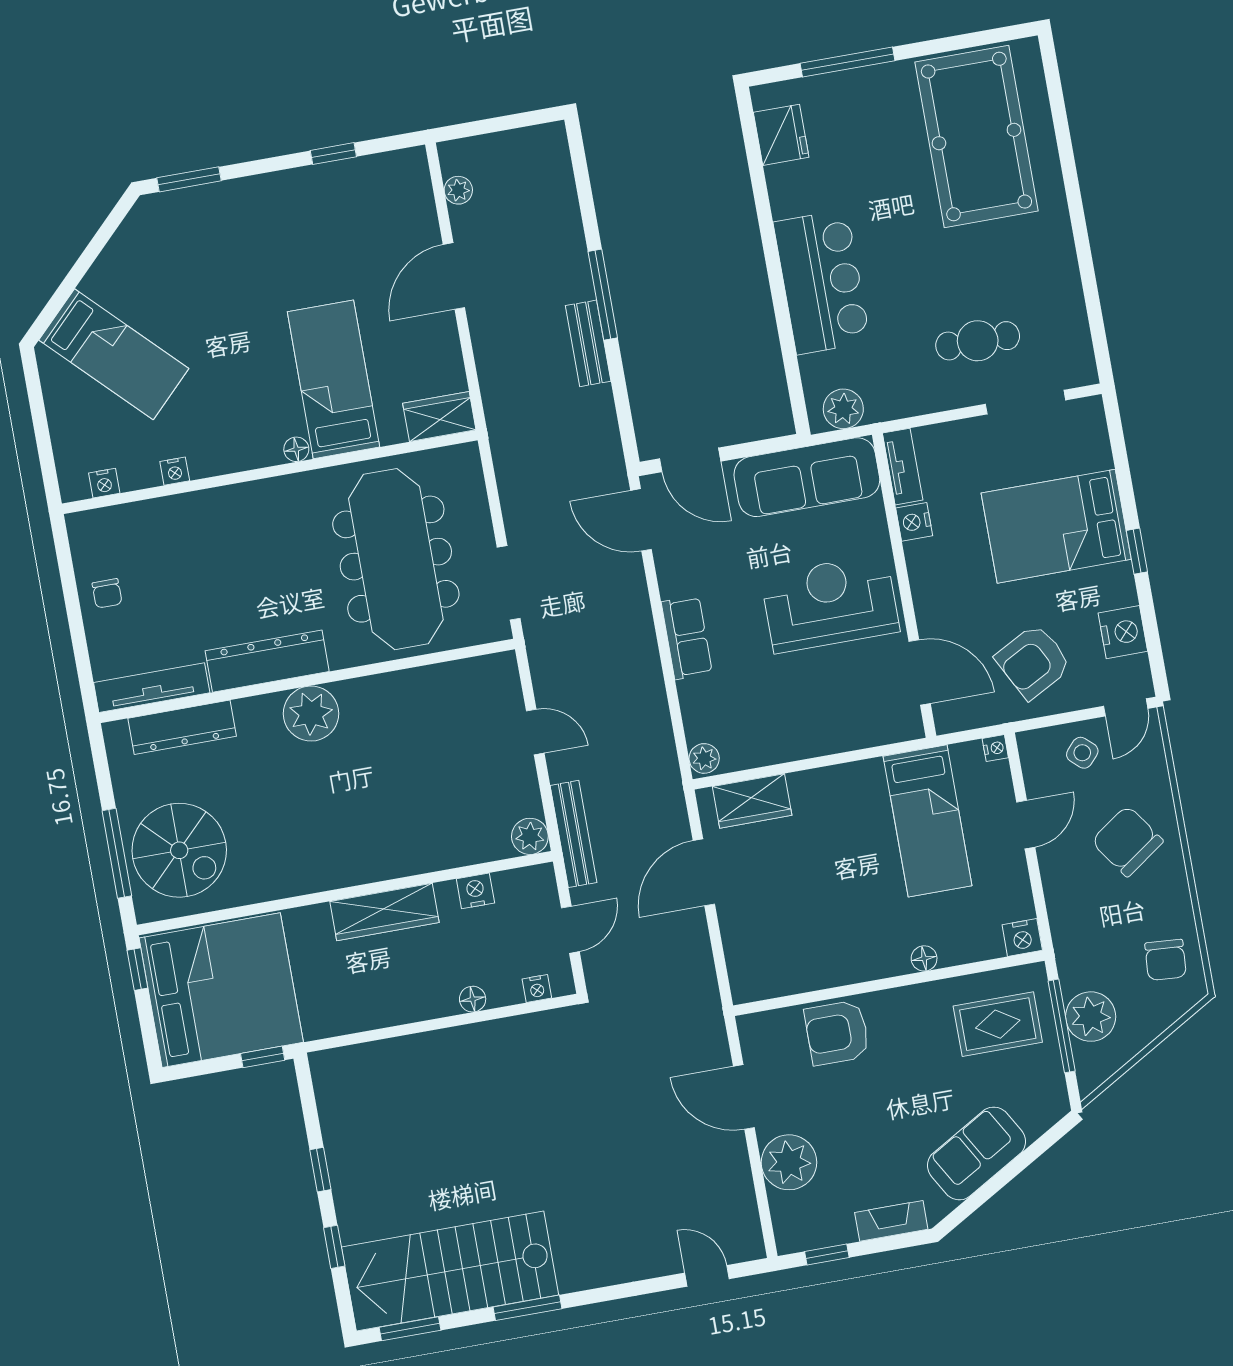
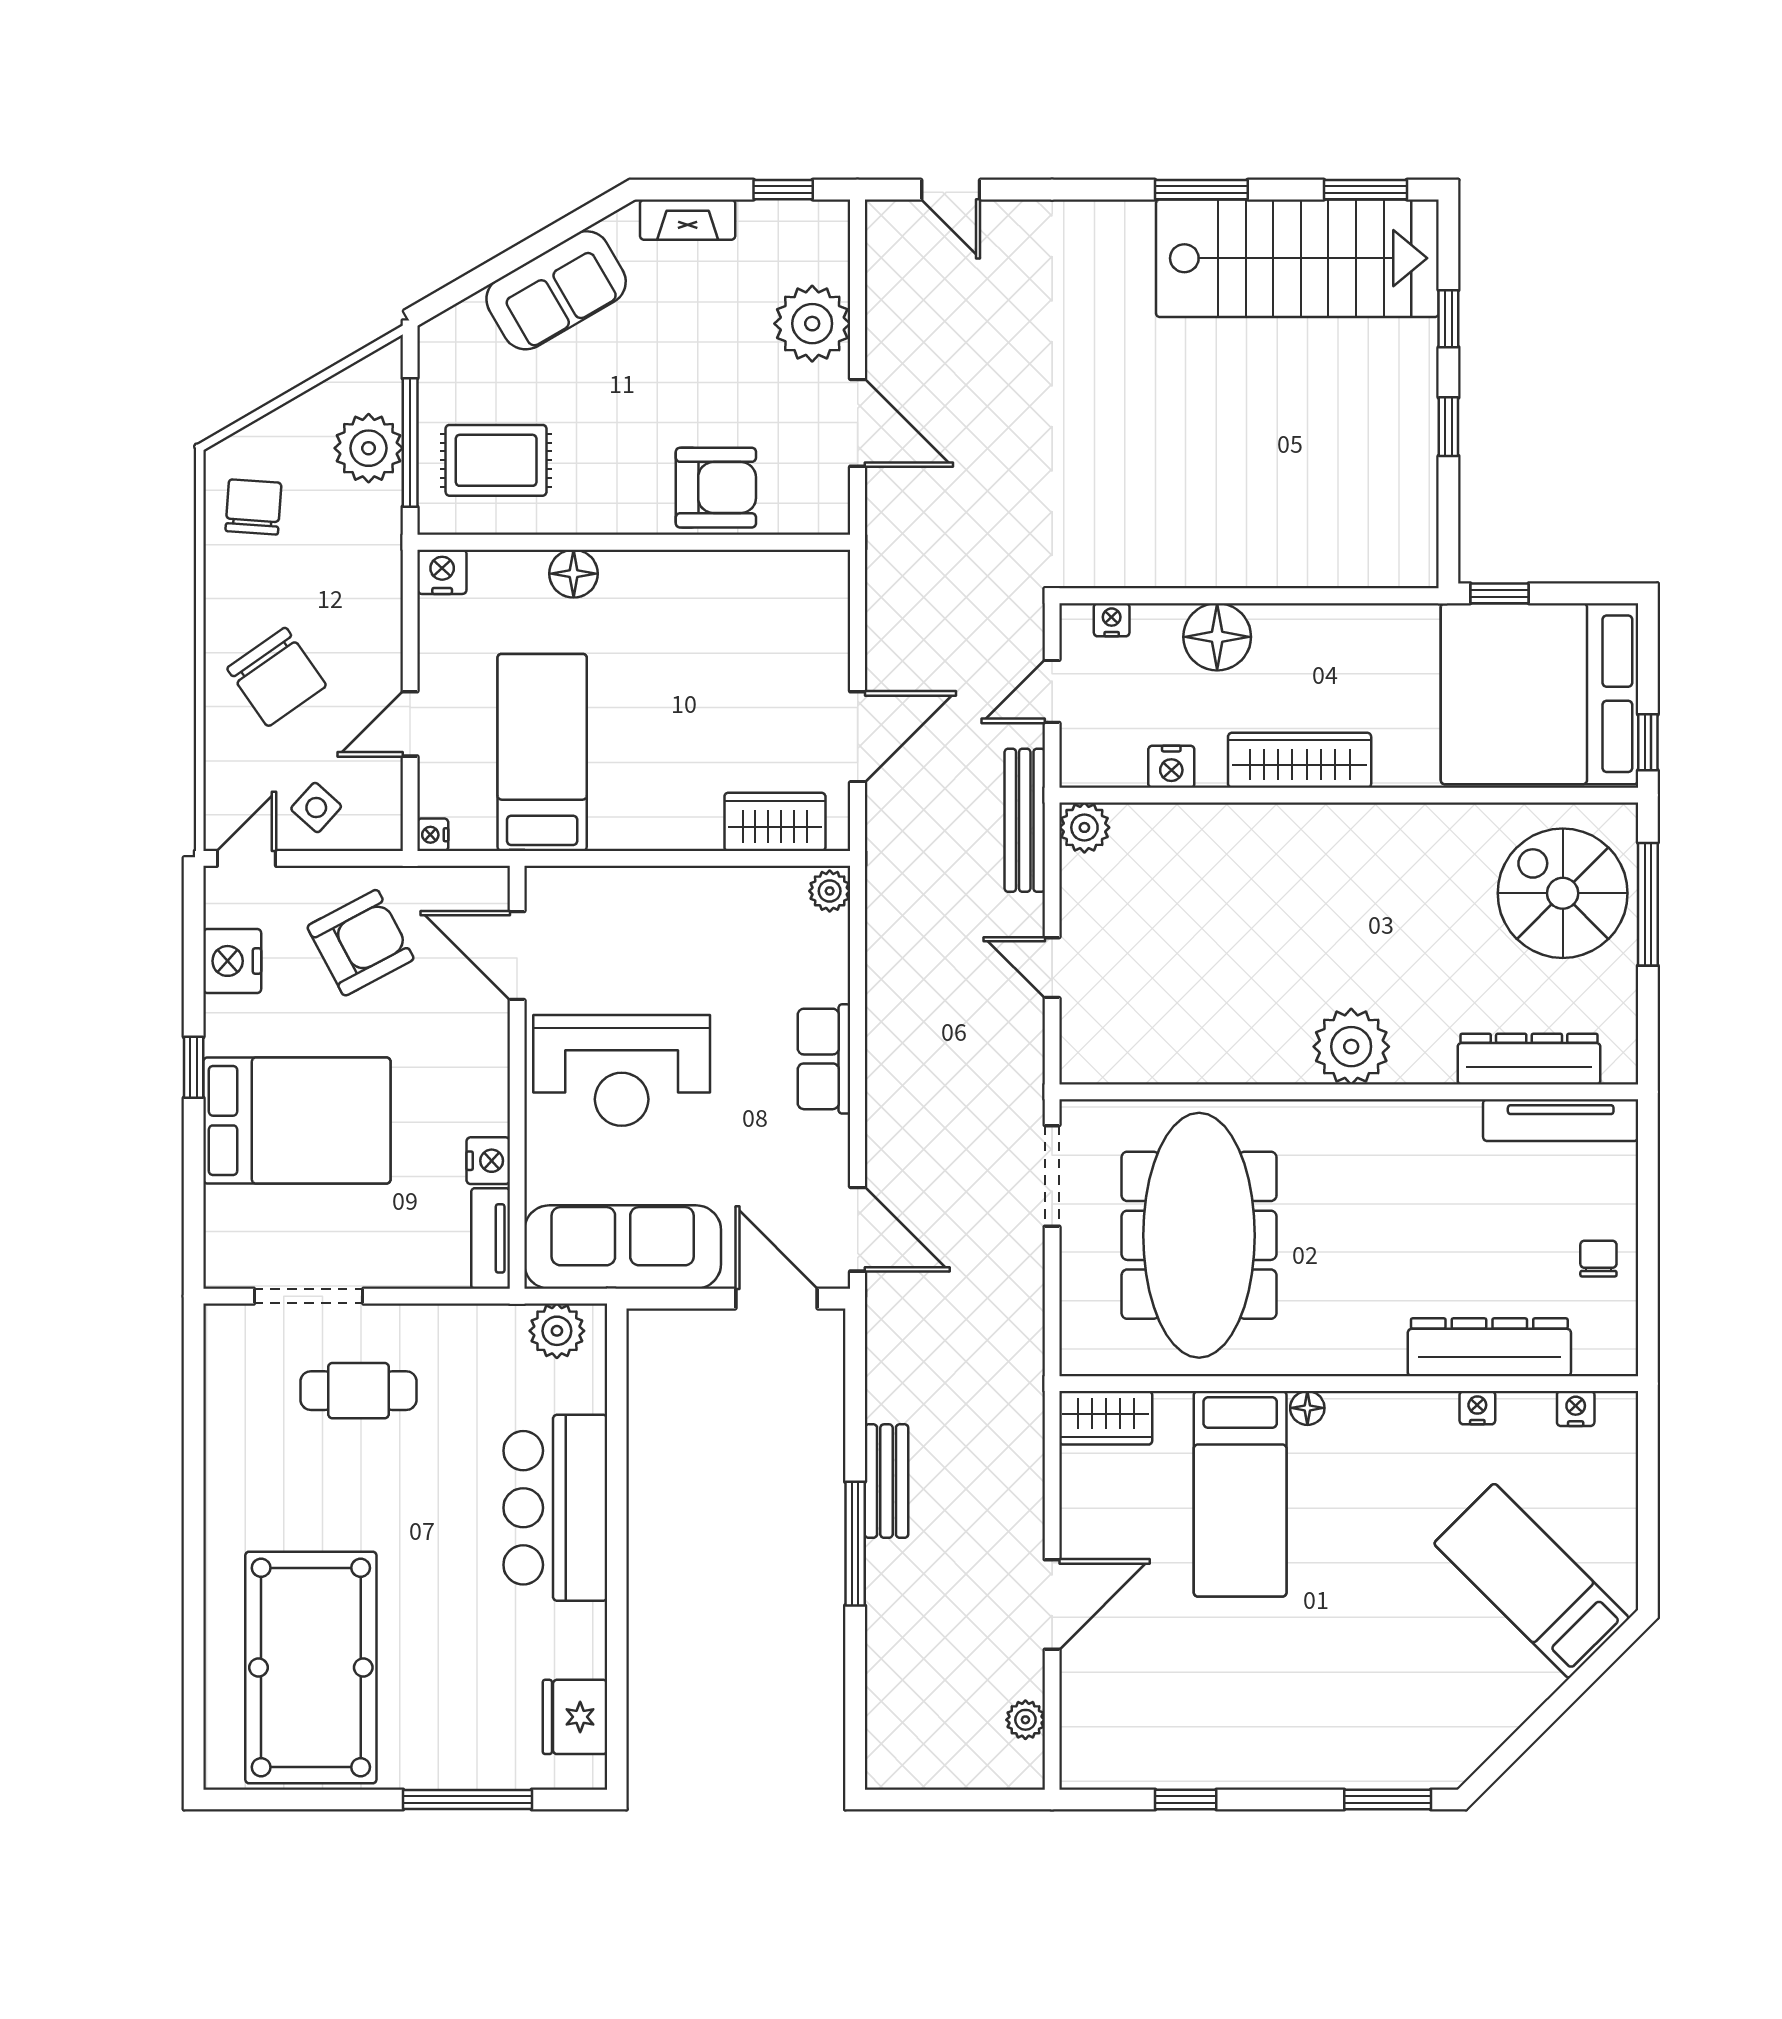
dresser: (267, 661) -> (1489, 1347), moved, turned 180
floor lamp: (924, 958) -> (574, 574), width x1.37, depth x1.37
floor lamp: (473, 999) -> (1217, 637), width x1.89, depth x1.89

